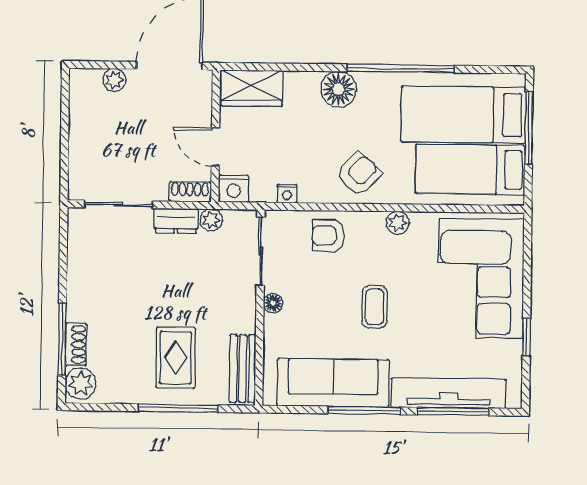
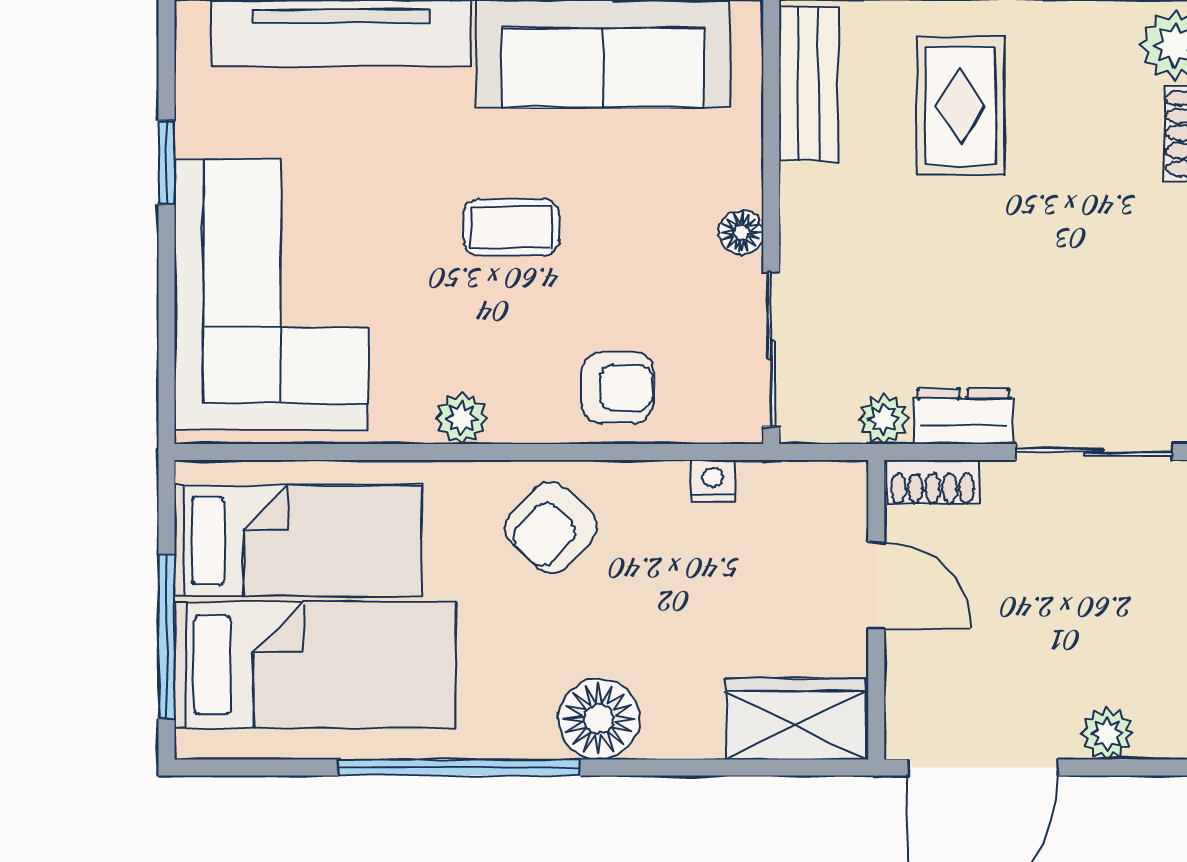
nightstand: (234, 189) -> (833, 491), removed
coffee table: (375, 307) -> (511, 227), turned 90

